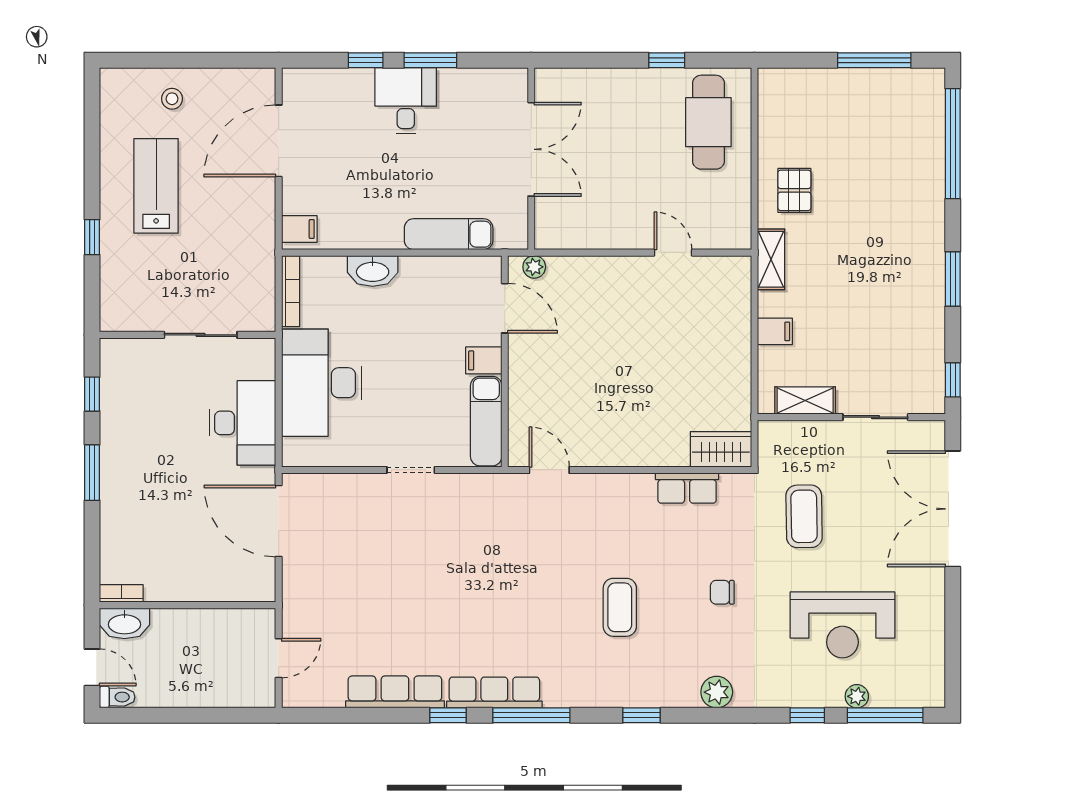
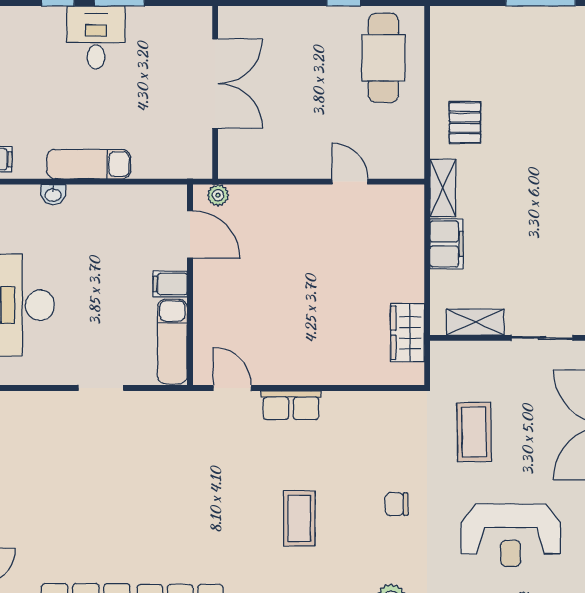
exam couch: (449, 234) -> (89, 164), moved
washbasin: (373, 271) -> (53, 195), width x0.52, depth x0.69
filing cabinet: (775, 331) -> (447, 244), width x2.00
wardrobe: (721, 449) -> (407, 333), moved, turned -90
row of seats: (687, 488) -> (291, 405), moved

